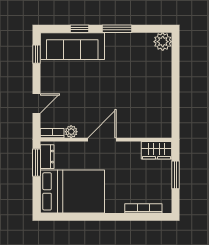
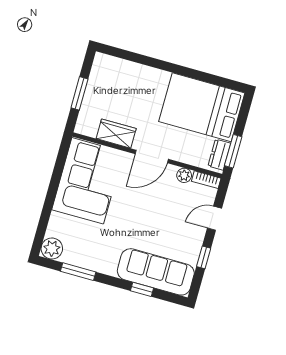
window: (117, 29) -> (78, 272), moved
window: (37, 54) -> (204, 257), moved
corner sofa: (149, 105) -> (88, 181), added
wardrobe: (157, 150) -> (116, 134), moved
bookcase: (143, 208) -> (127, 66), removed

